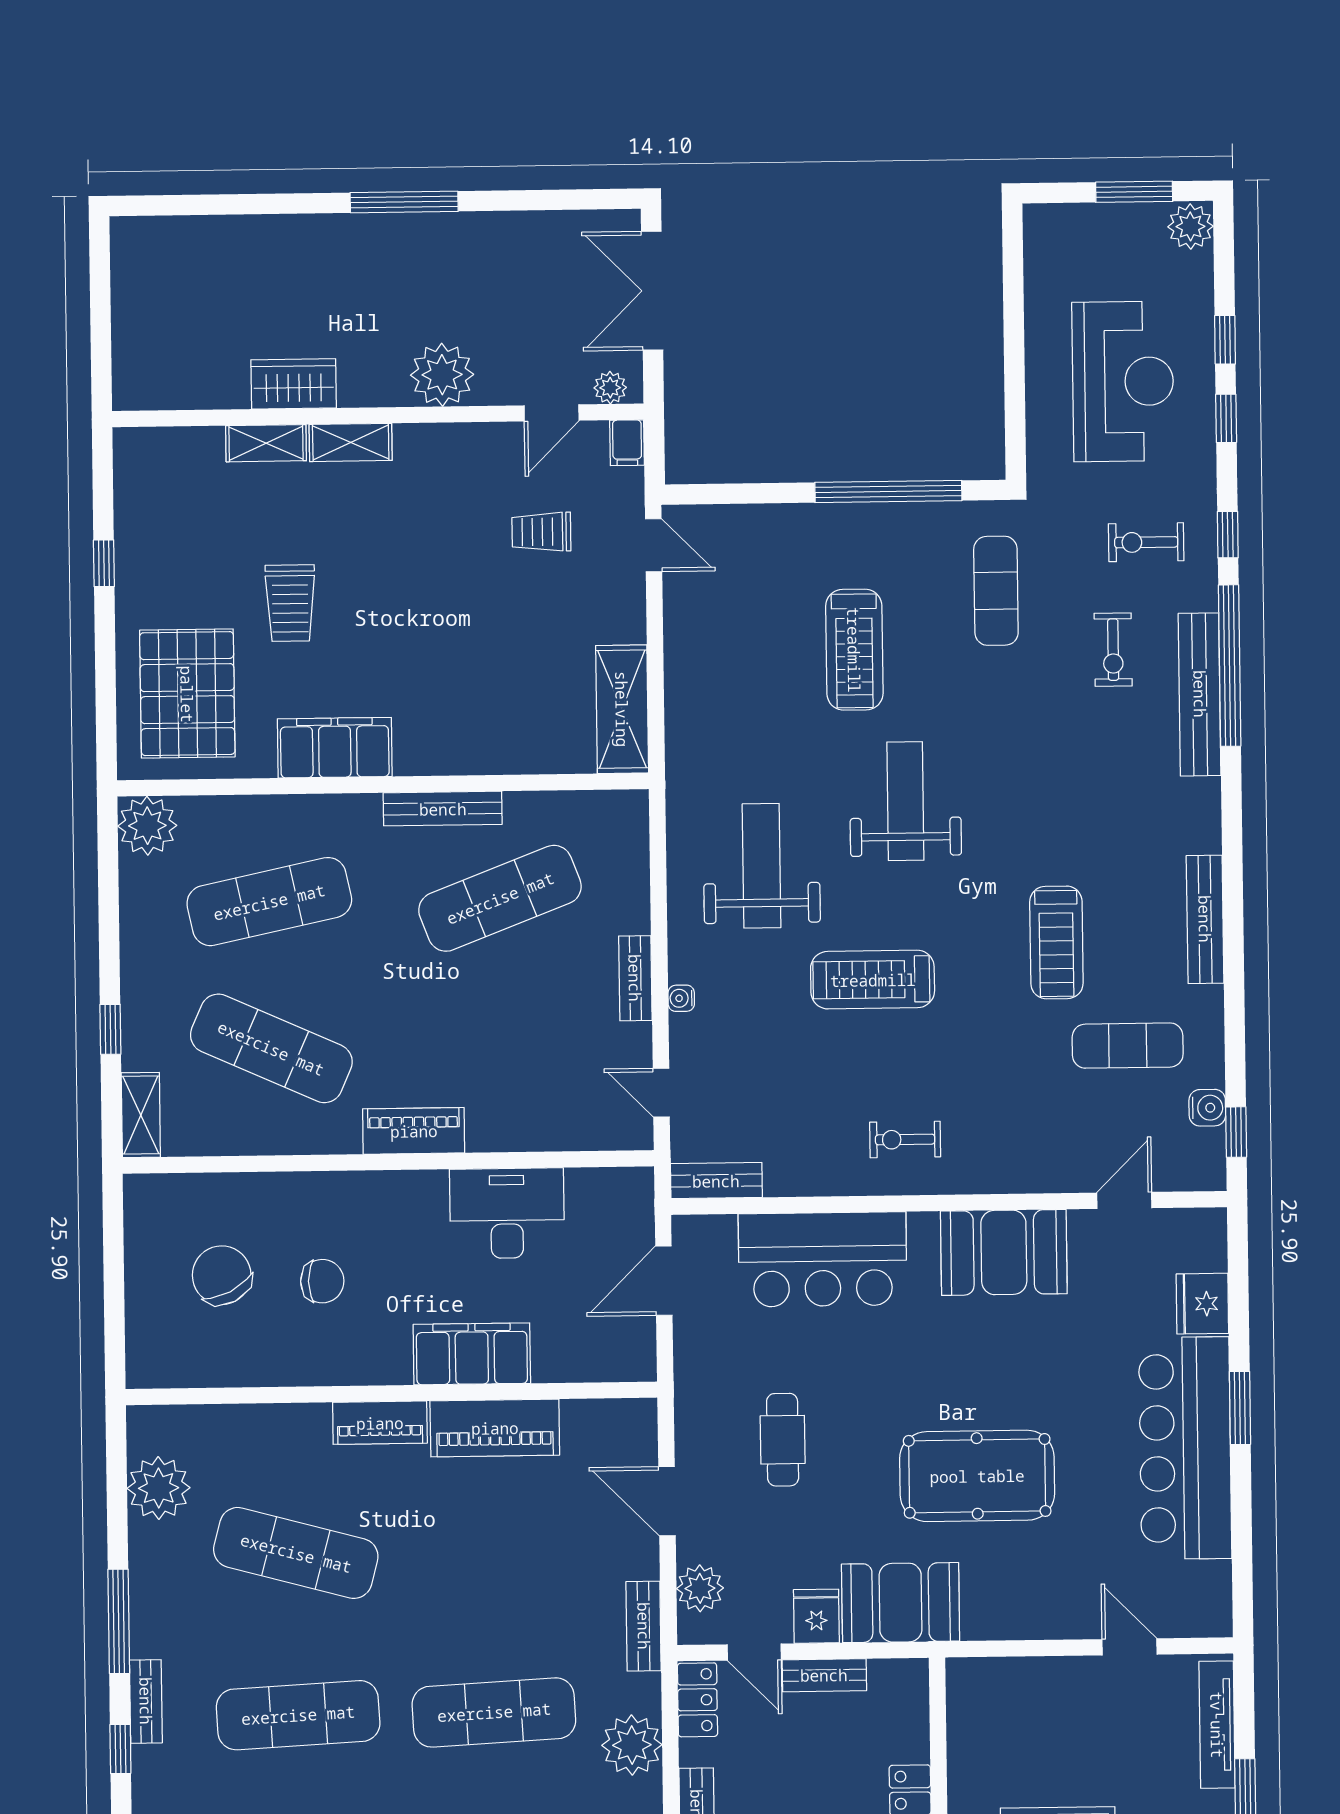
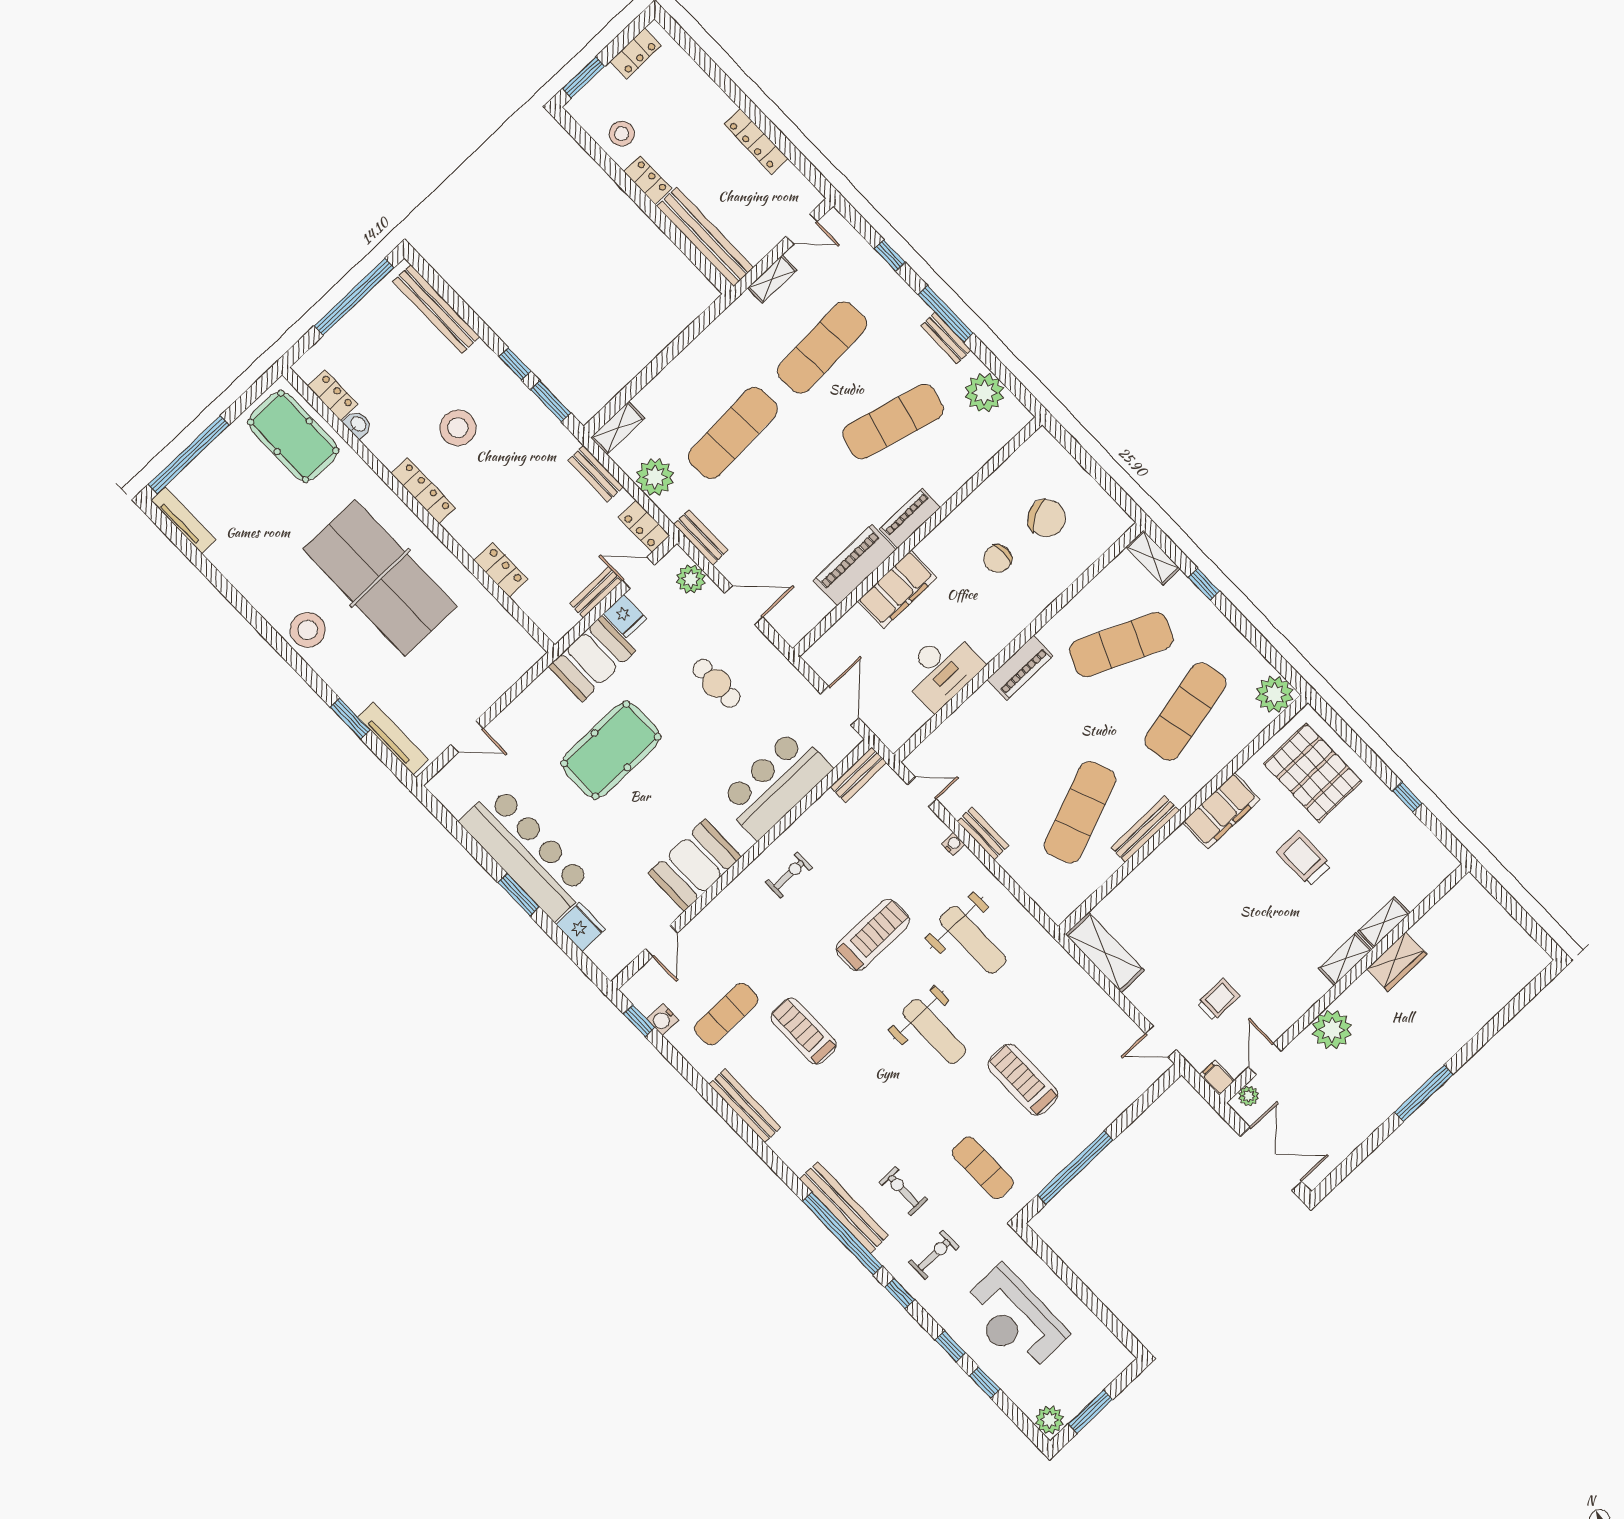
bench: (146, 1701) -> (946, 338), moved

